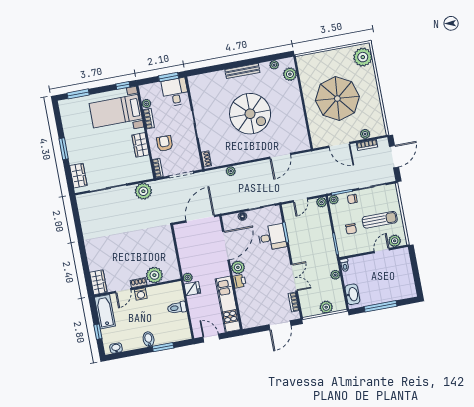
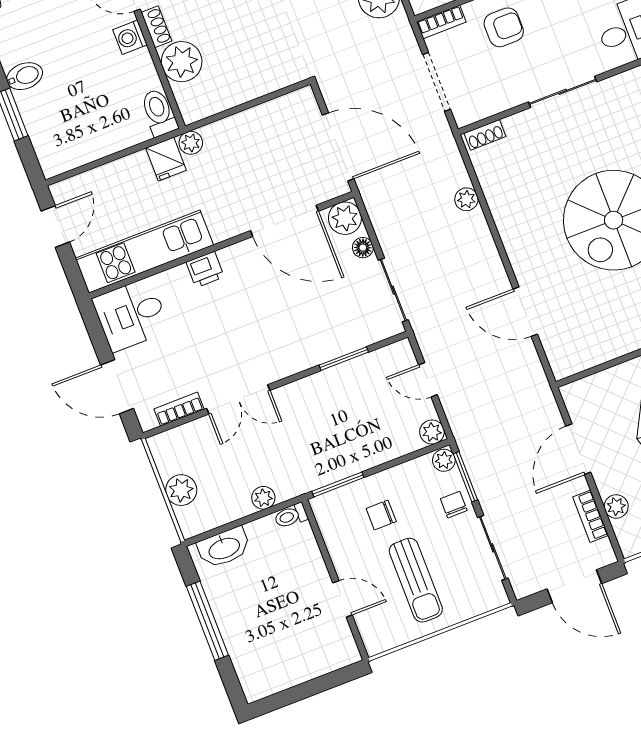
desk: (272, 237) -> (131, 315), moved, turned 90
plant: (395, 241) -> (372, 626), removed
plant: (238, 267) -> (345, 218), moved
toilet: (177, 308) -> (159, 113), moved

